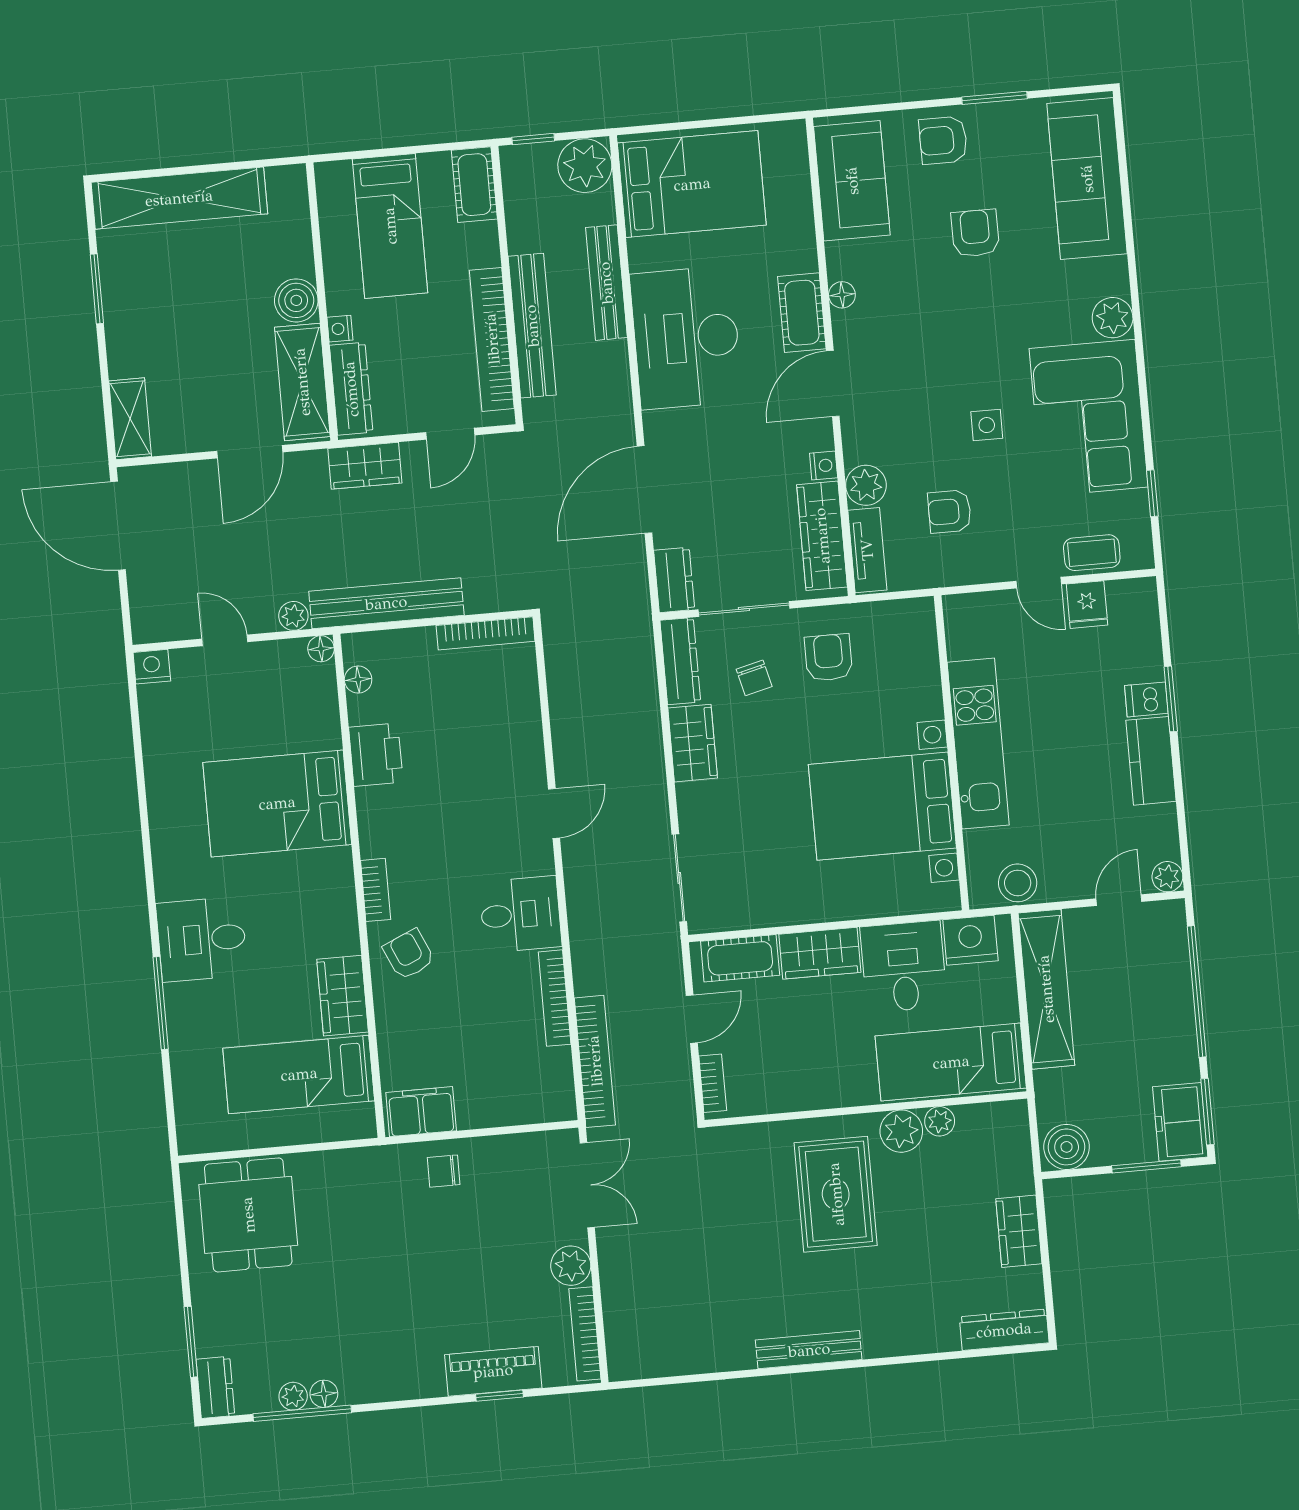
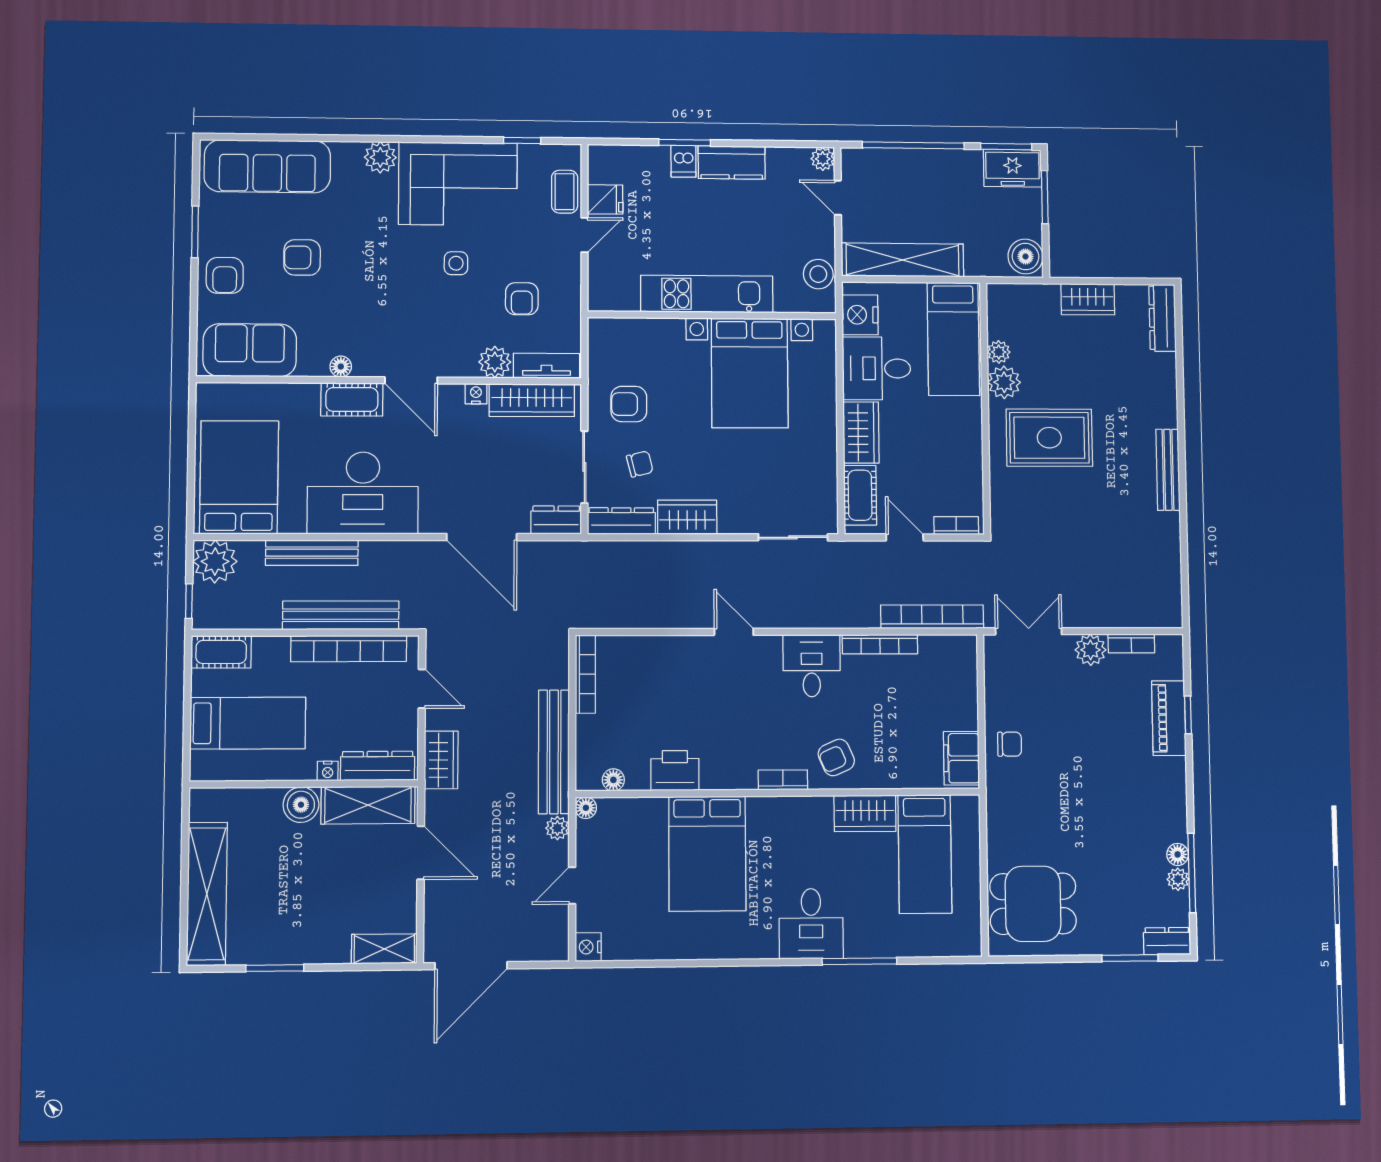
chair: (444, 1171) -> (1010, 744), turned -90
bookcase: (585, 1334) -> (1131, 643), width x0.64

